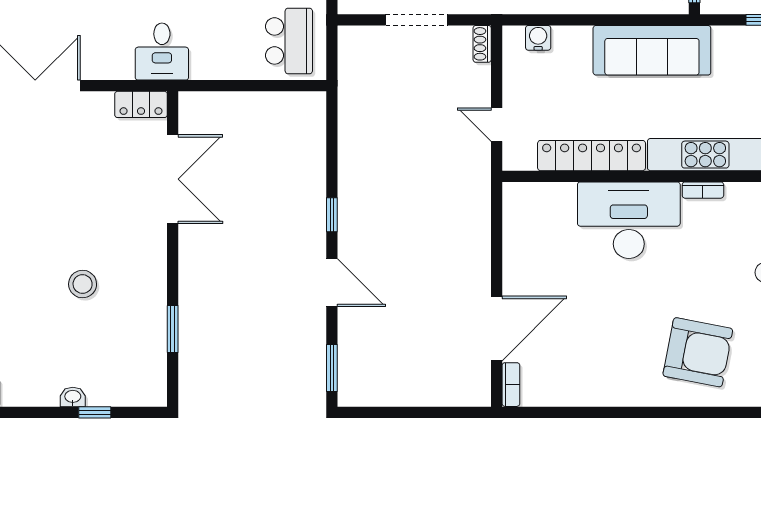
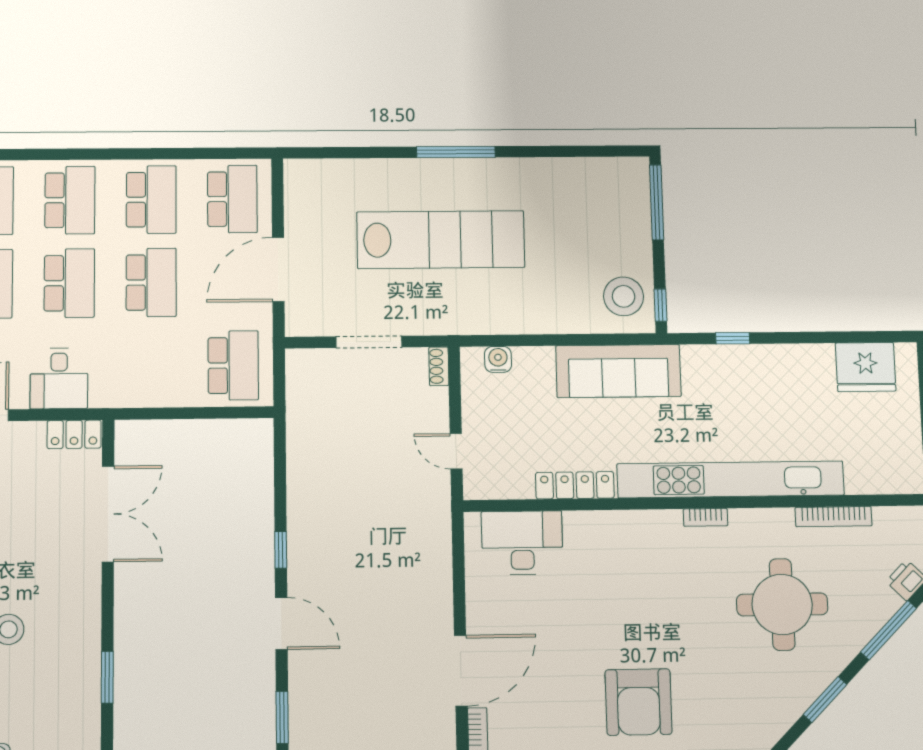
desk: (162, 52) -> (59, 378), moved
locker: (592, 156) -> (575, 485), width x0.71, depth x0.83
bookcase: (703, 190) -> (705, 517), moved
desk: (629, 220) -> (522, 543), moved, width x0.73, depth x0.77
armchair: (698, 352) -> (639, 702), moved, turned 79

